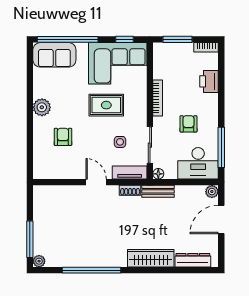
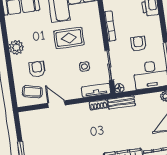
coffee table: (53, 163) -> (32, 92), added
door: (96, 182) -> (56, 104), moved

